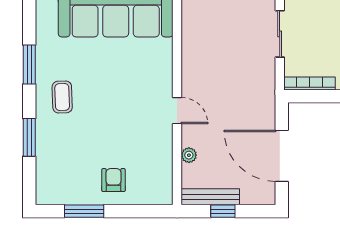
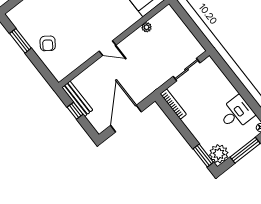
door: (177, 111) -> (108, 48), hinge flipped
plant: (189, 155) -> (147, 27), moved
armchair: (113, 180) -> (48, 43), turned 125

